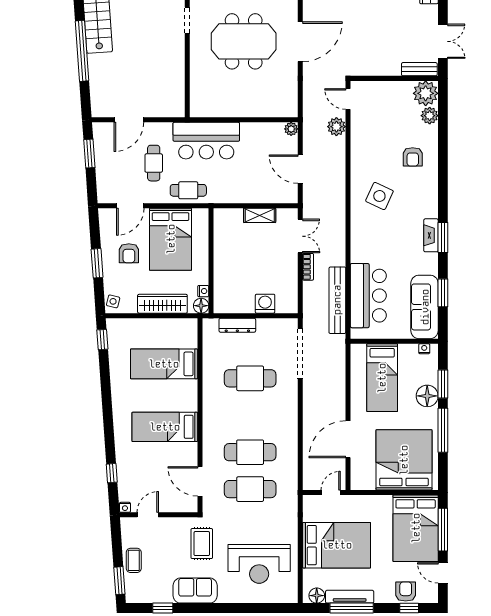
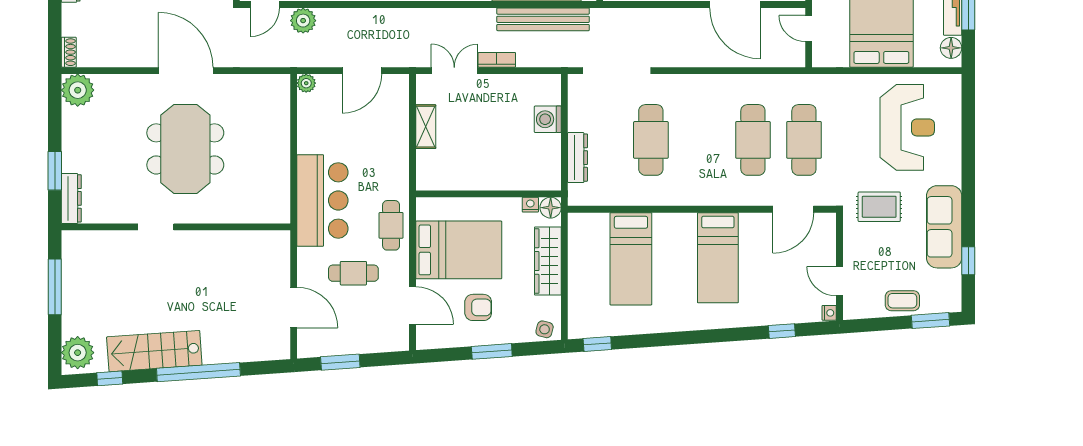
sofa: (195, 591) -> (944, 227), width x1.36

